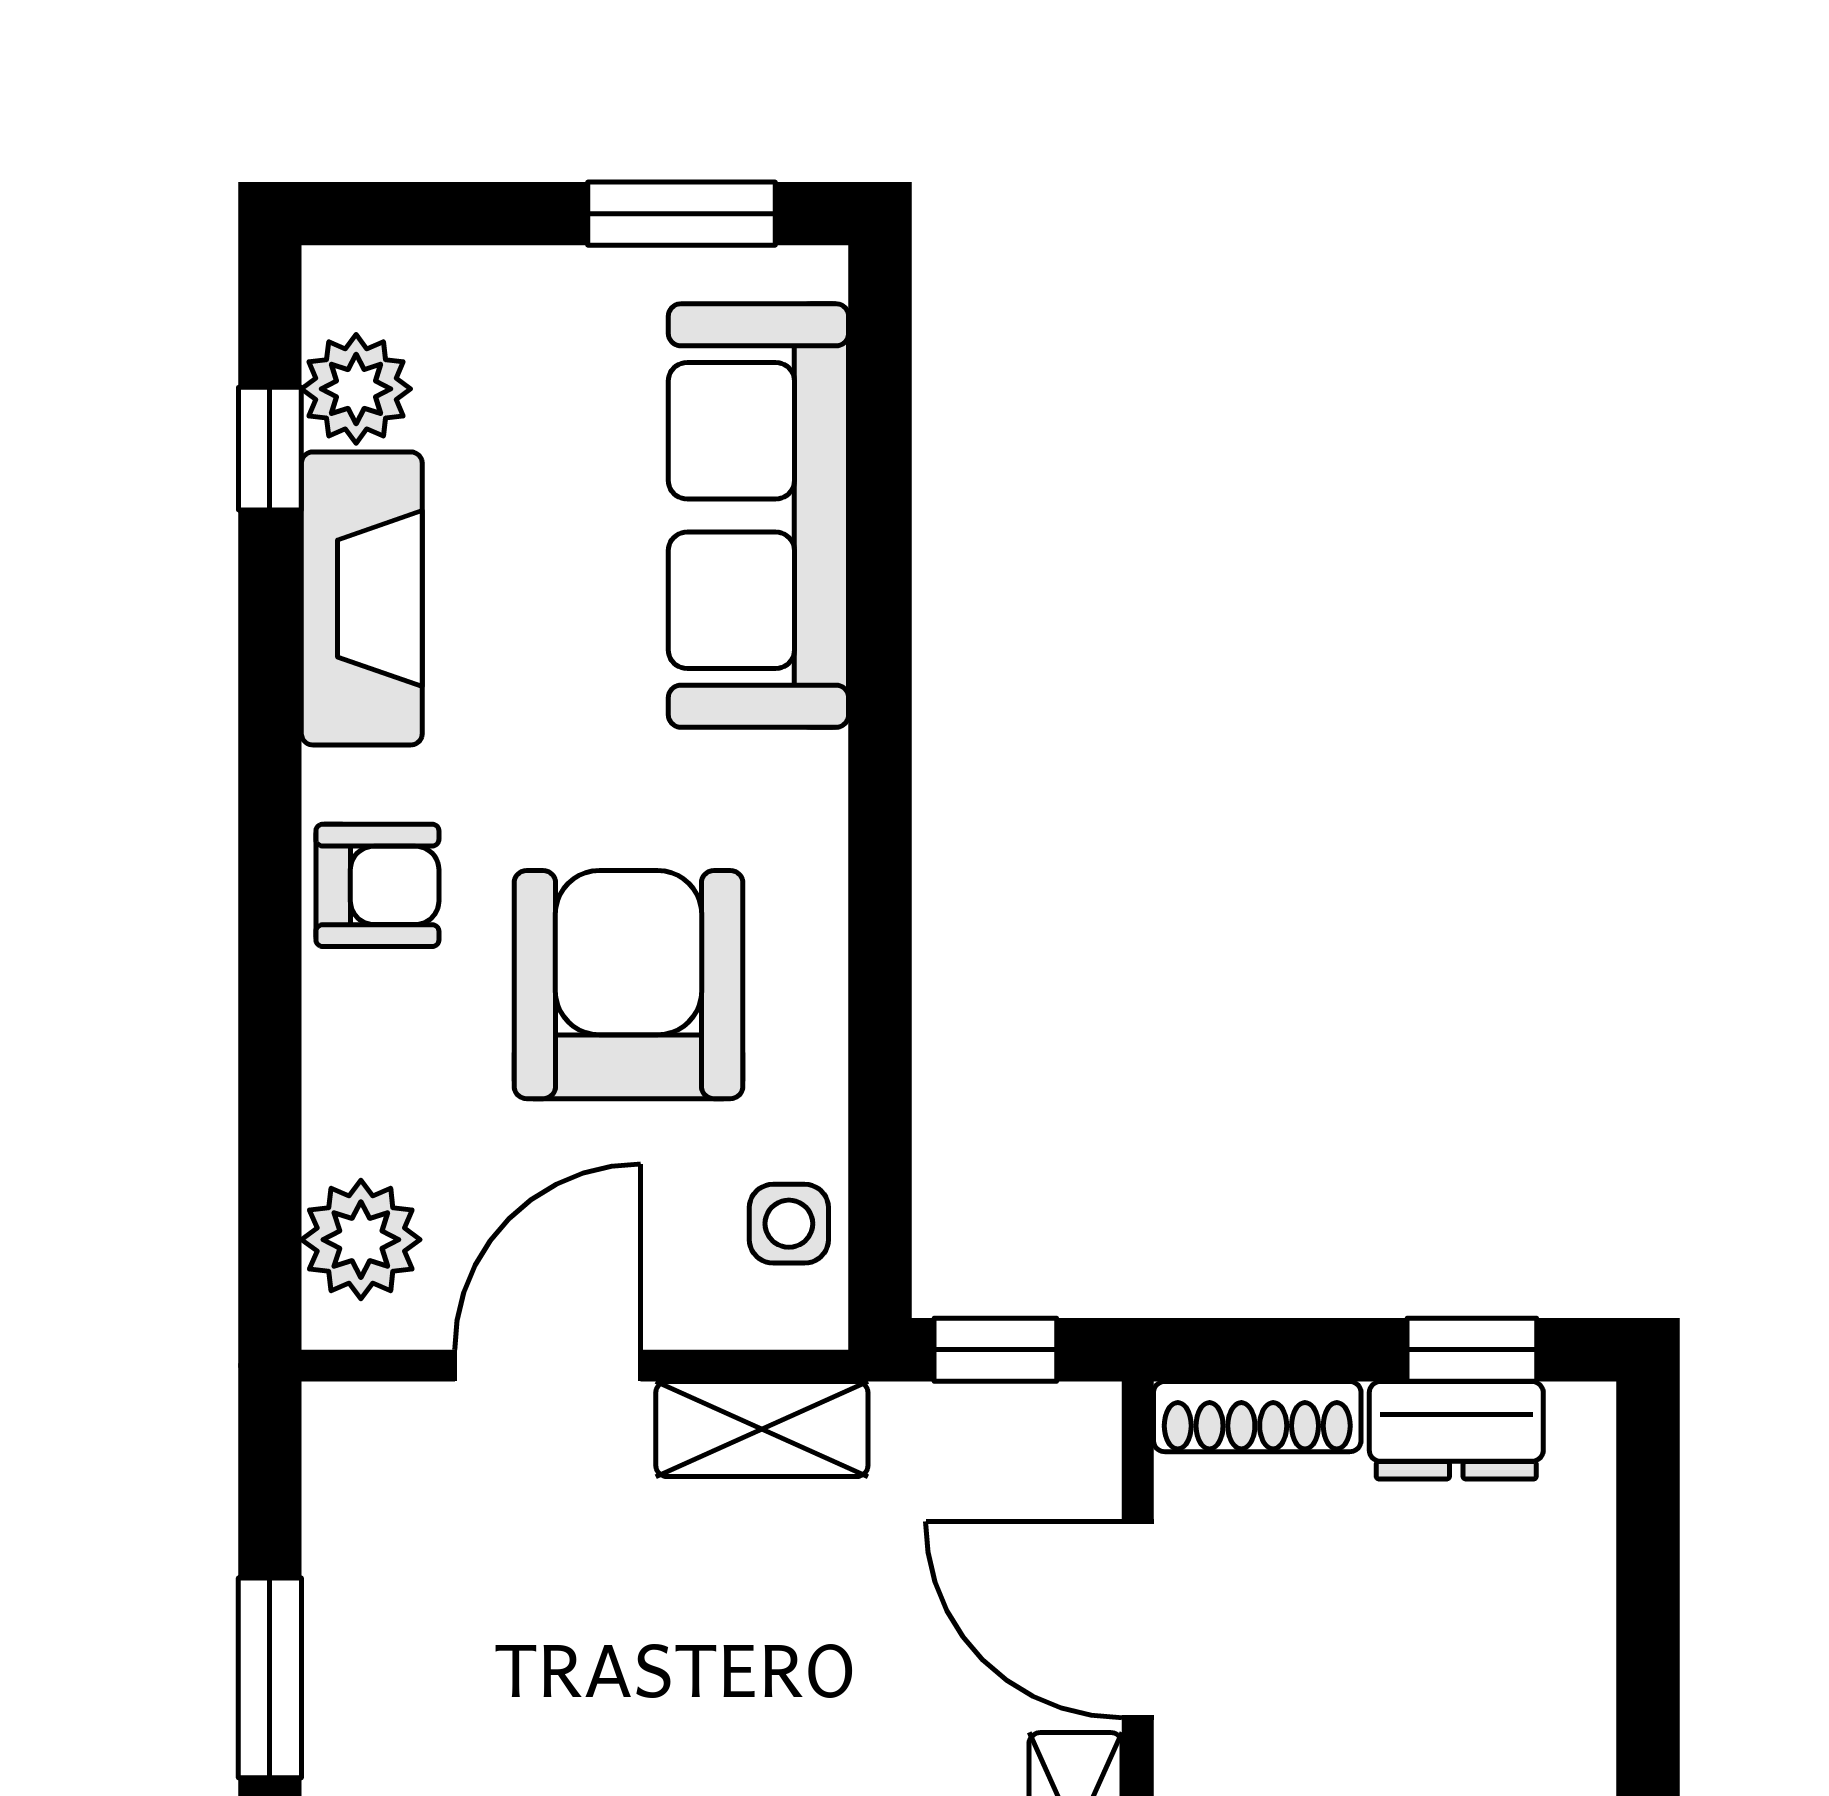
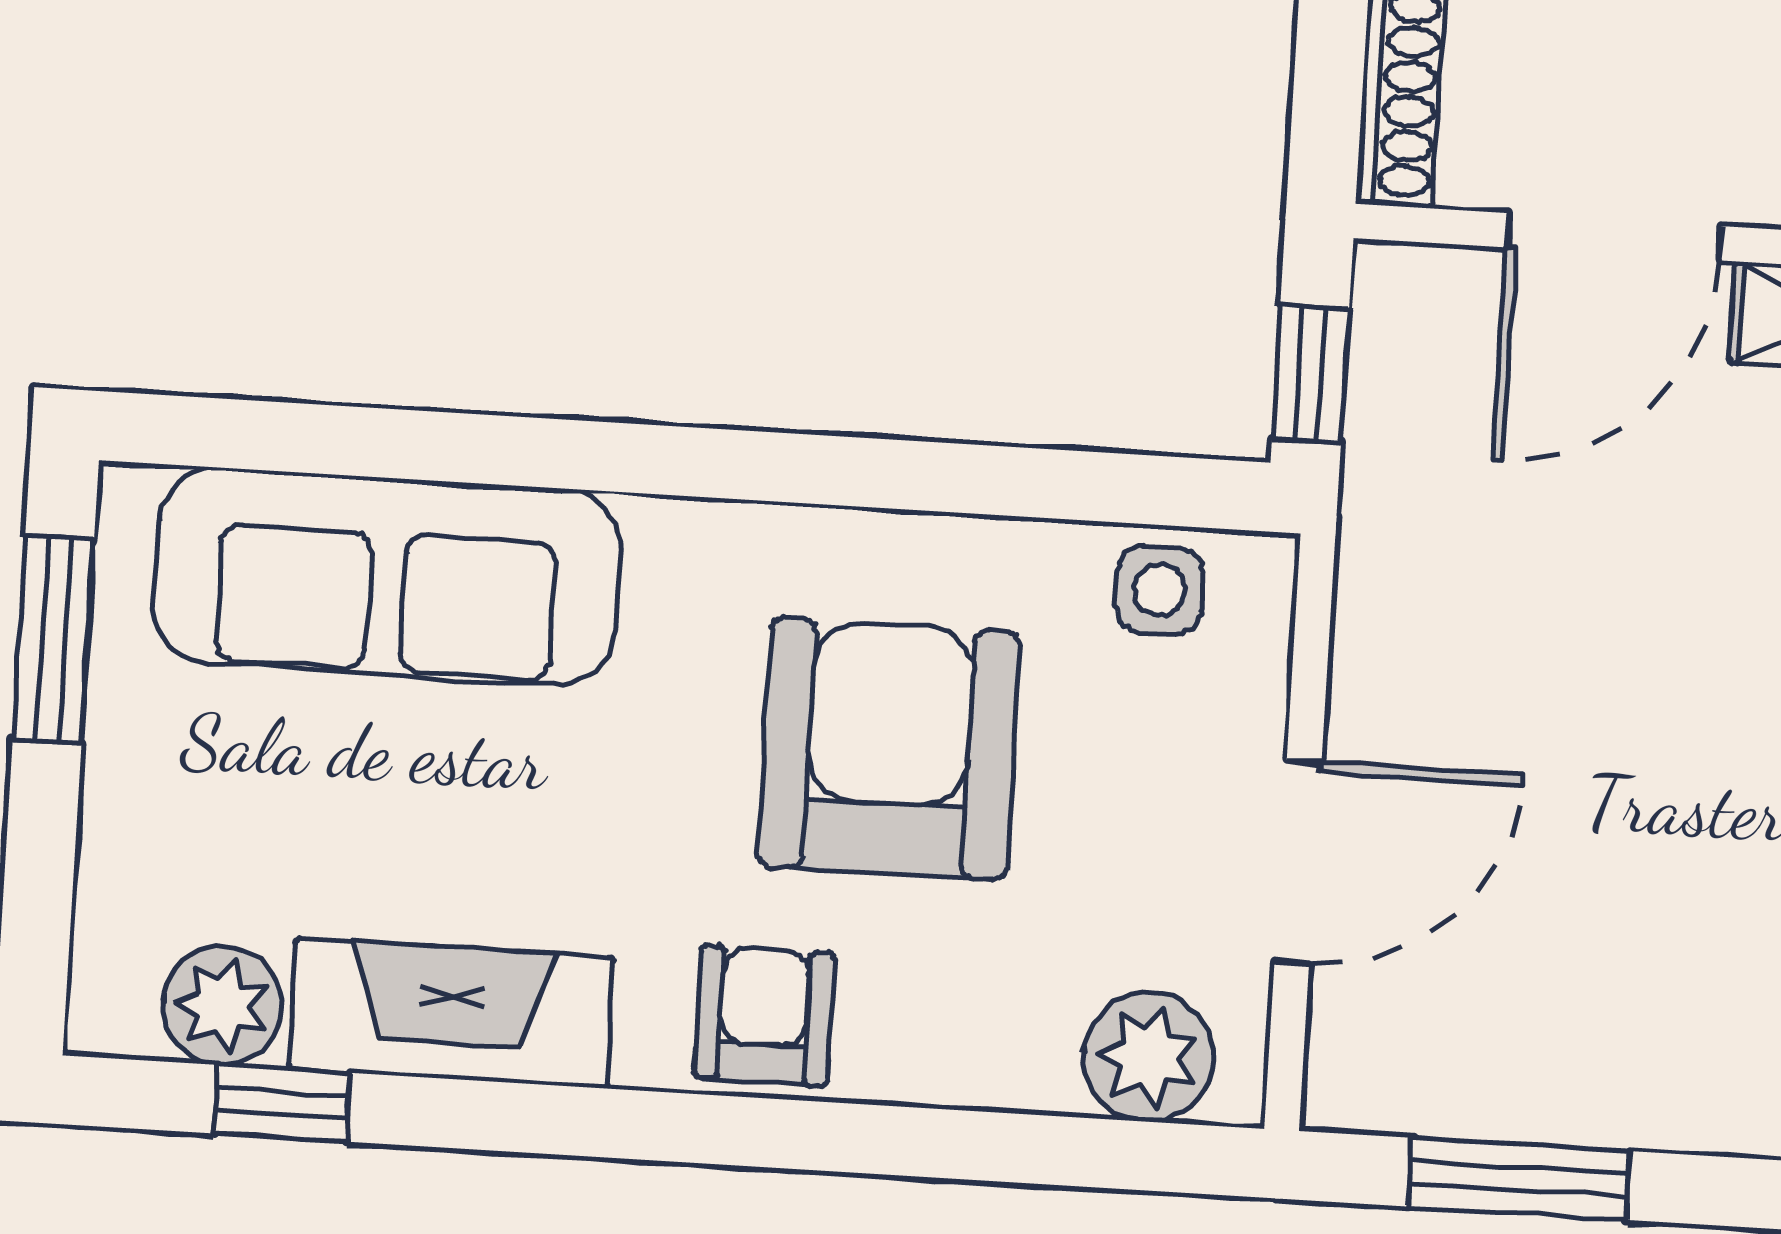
armchair: (628, 985) -> (889, 749), turned 90
door: (548, 1366) -> (1298, 862), swing flipped
shelving: (762, 1429) -> (1381, 633), removed
window: (270, 1678) -> (1520, 1179), moved

